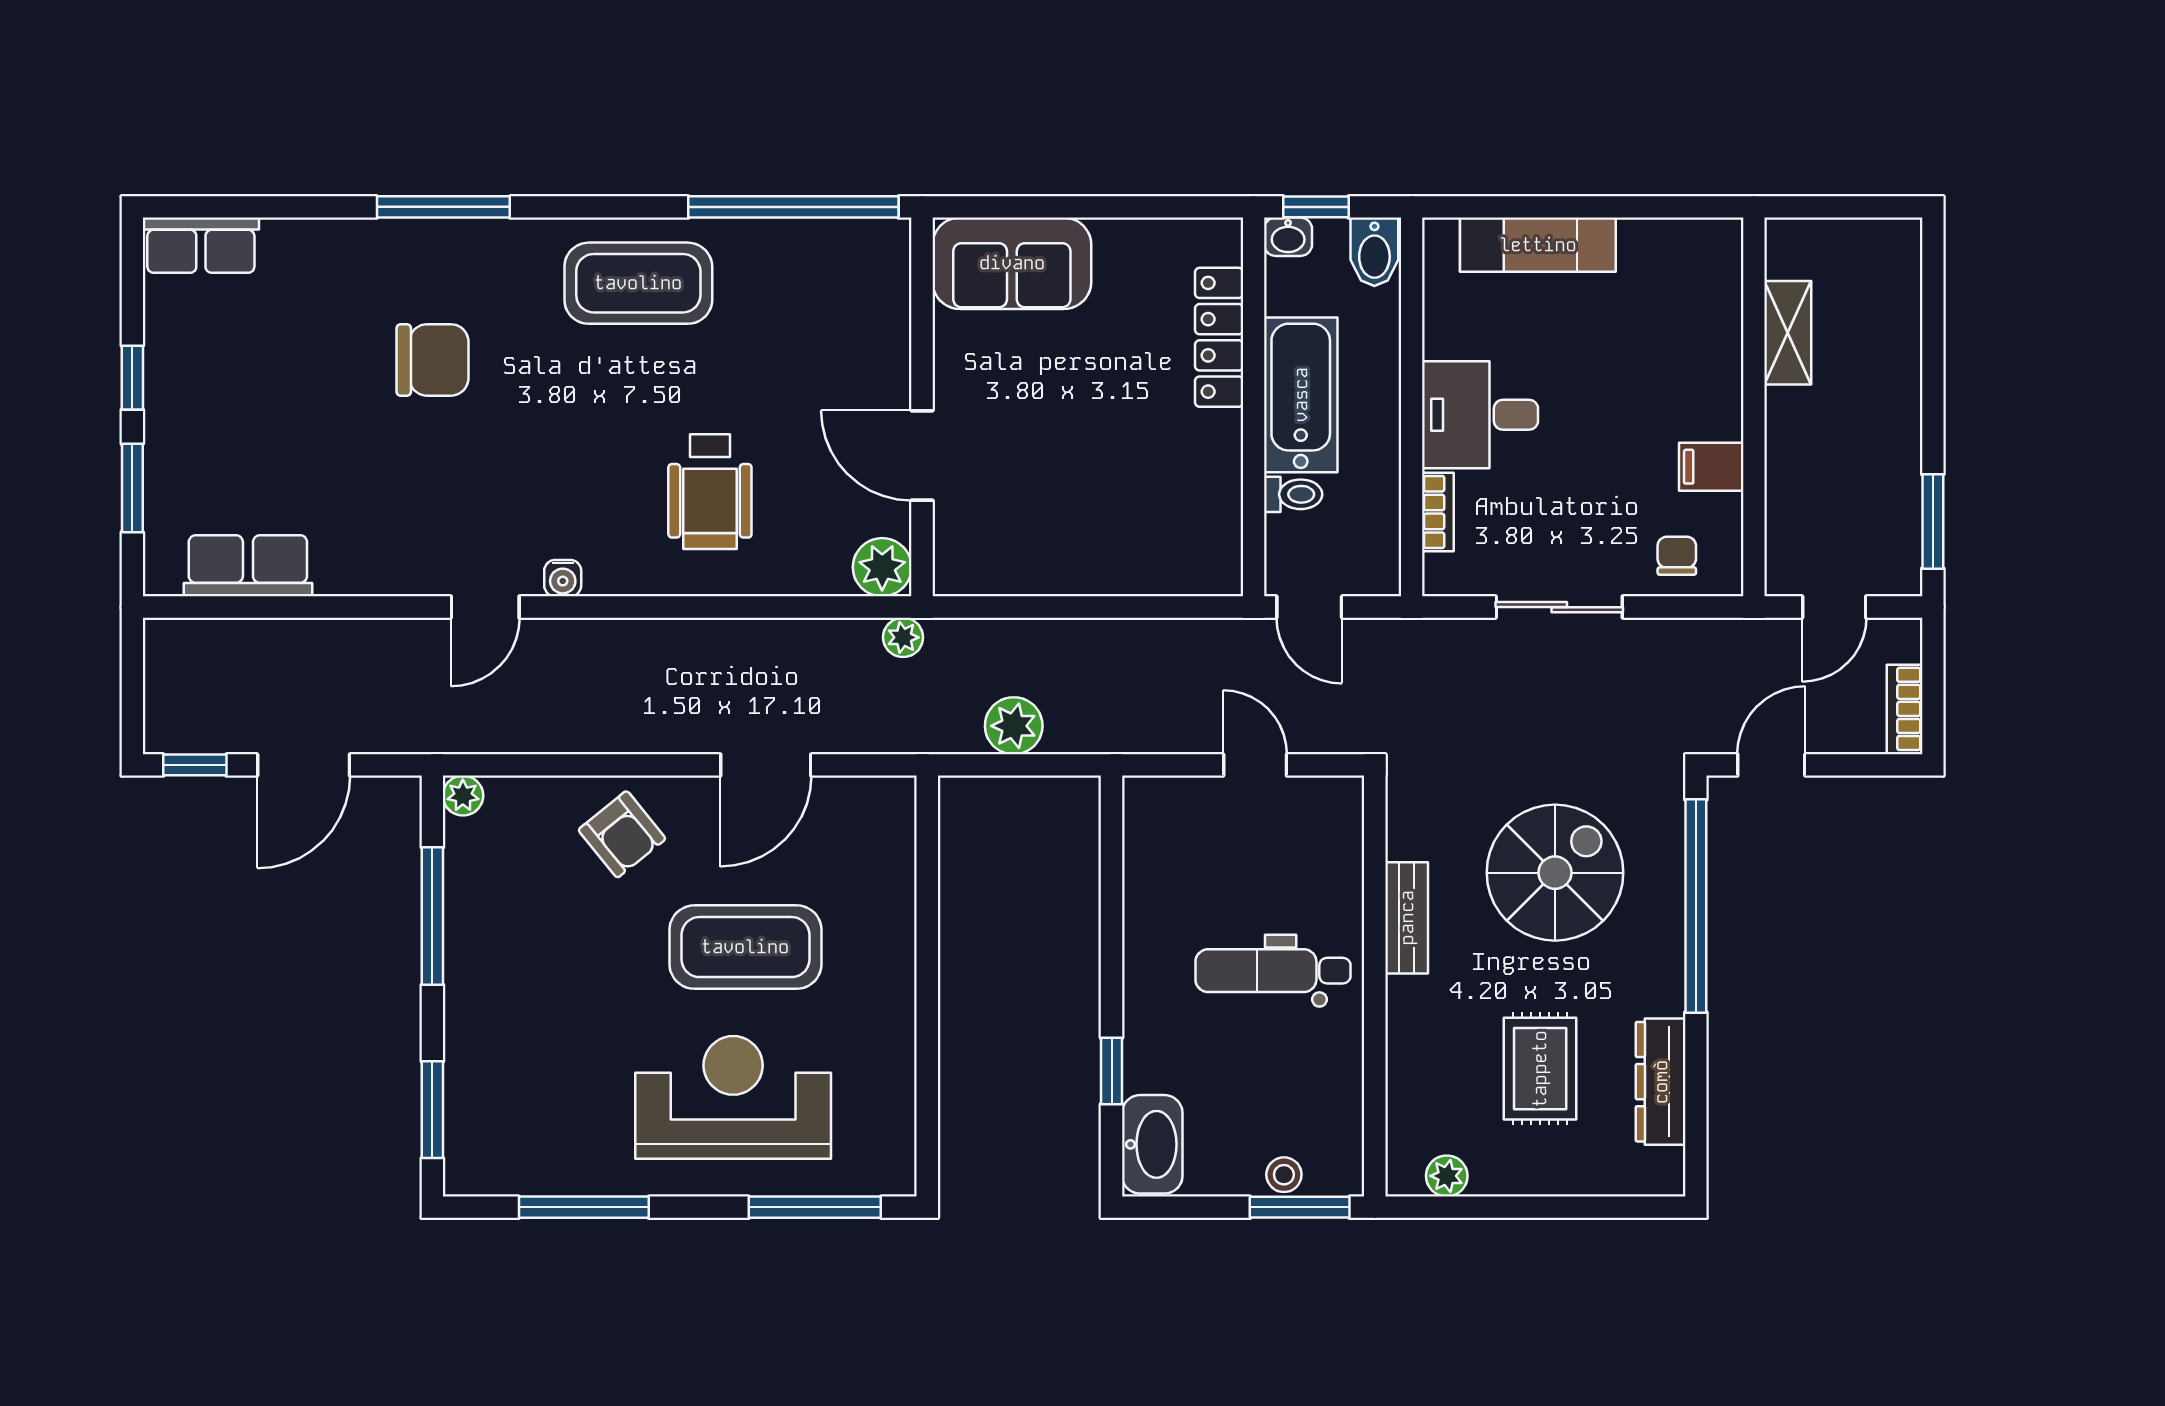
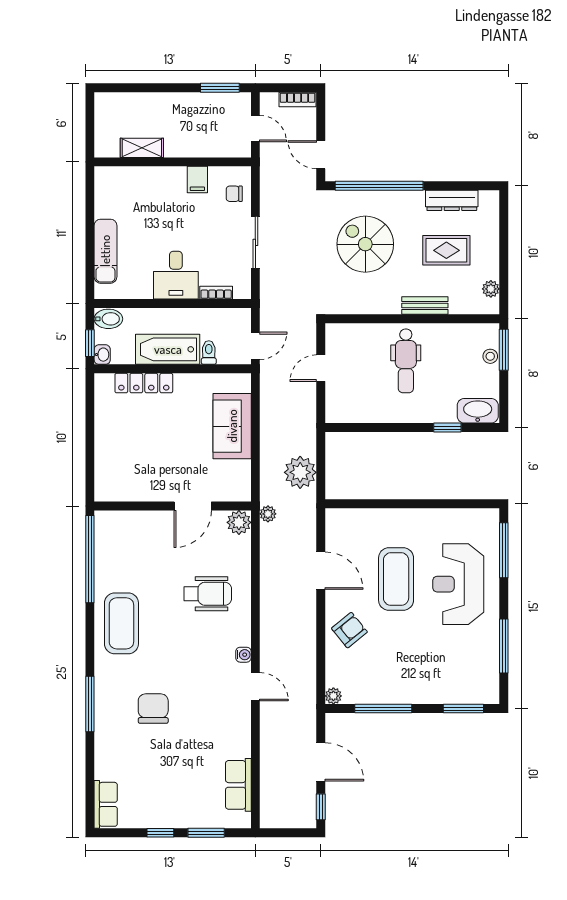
sofa: (1012, 263) -> (232, 426), moved, turned 180
plant: (1014, 726) -> (300, 472), width x1.36, depth x1.36
bench: (1407, 918) -> (425, 306), moved

